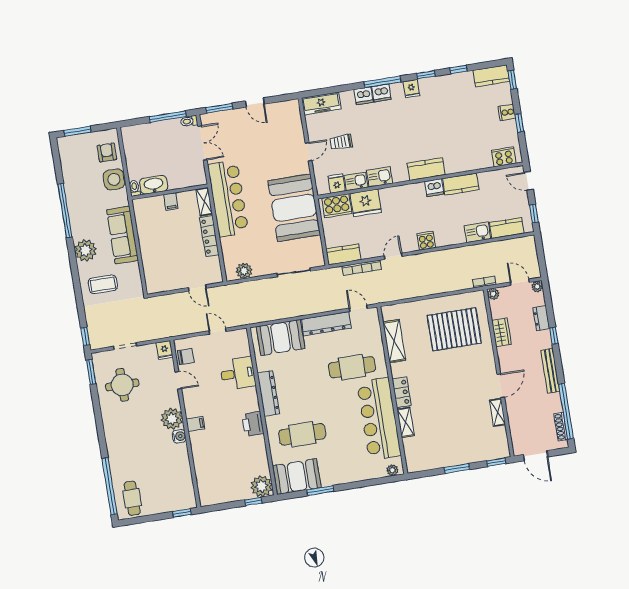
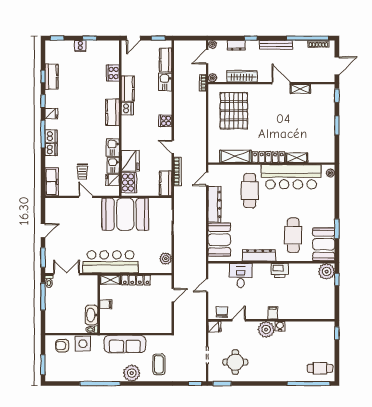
kitchen counter: (491, 76) -> (52, 76), moved
cooker: (504, 157) -> (113, 73), moved
wardrobe: (501, 332) -> (242, 76), width x1.50
locker: (402, 392) -> (268, 157), width x1.53

